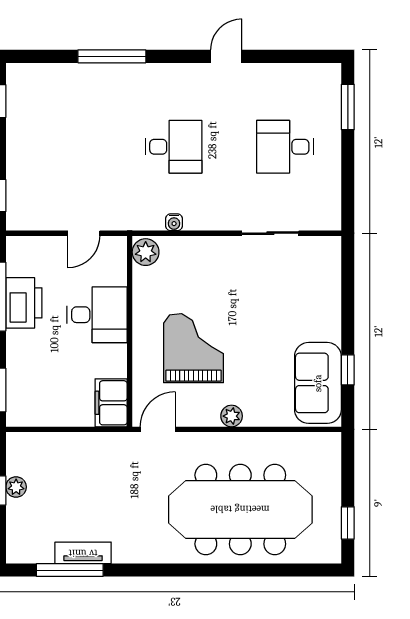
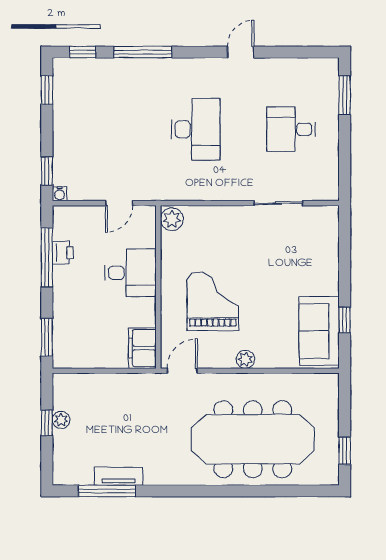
window: (41, 56) -> (83, 52), added
desk: (174, 147) -> (196, 129), width x1.37
water cooler: (174, 222) -> (60, 194), moved
printer: (24, 303) -> (63, 253), width x0.53, depth x0.68

